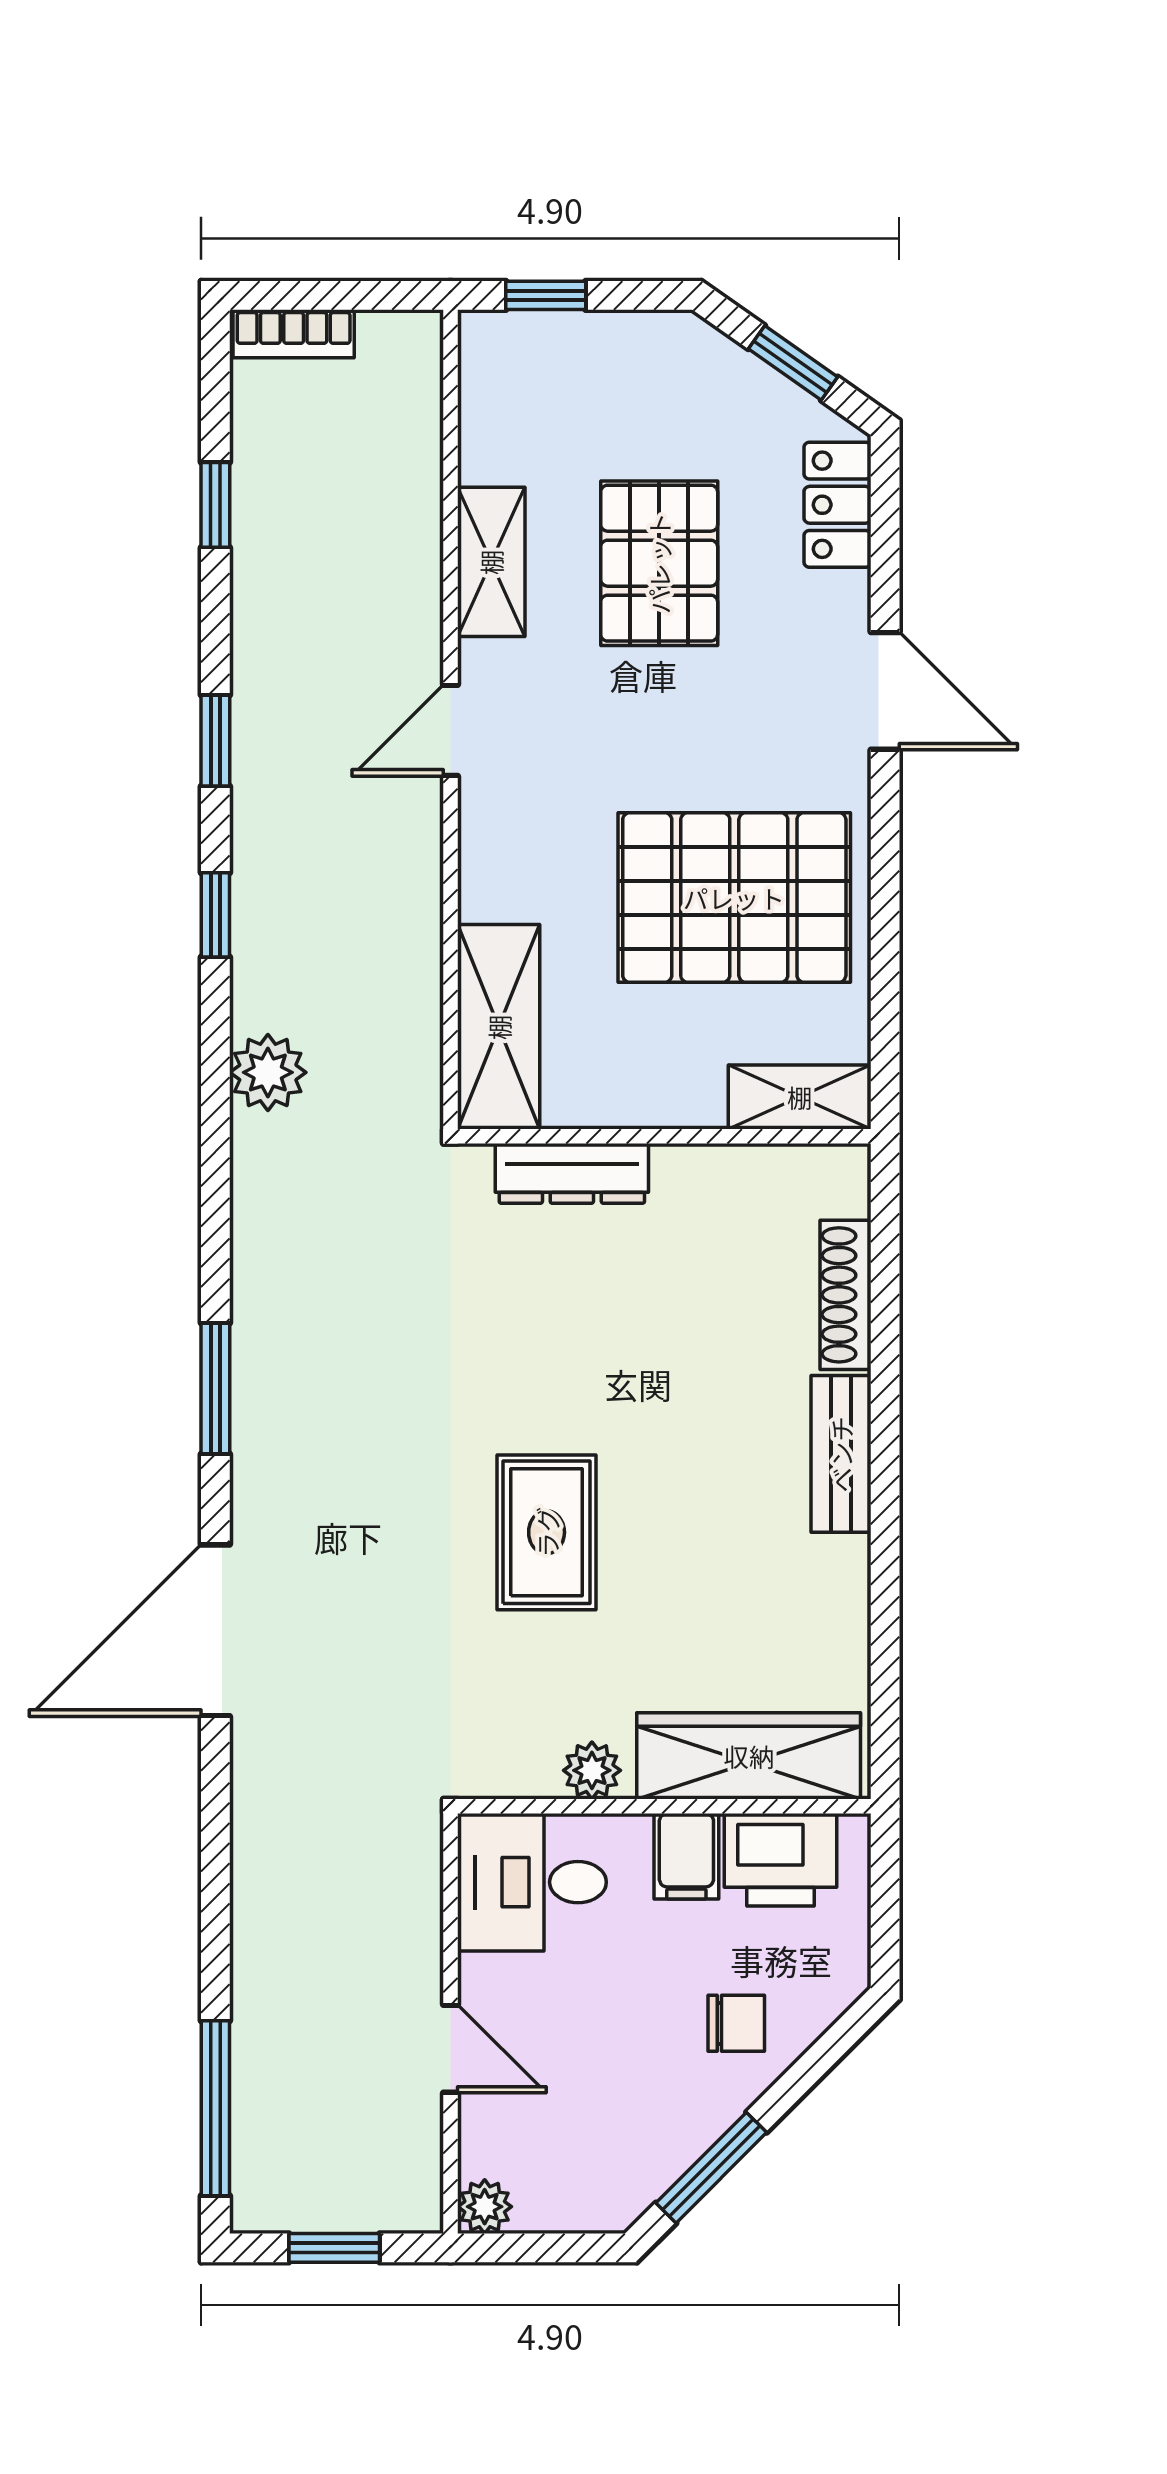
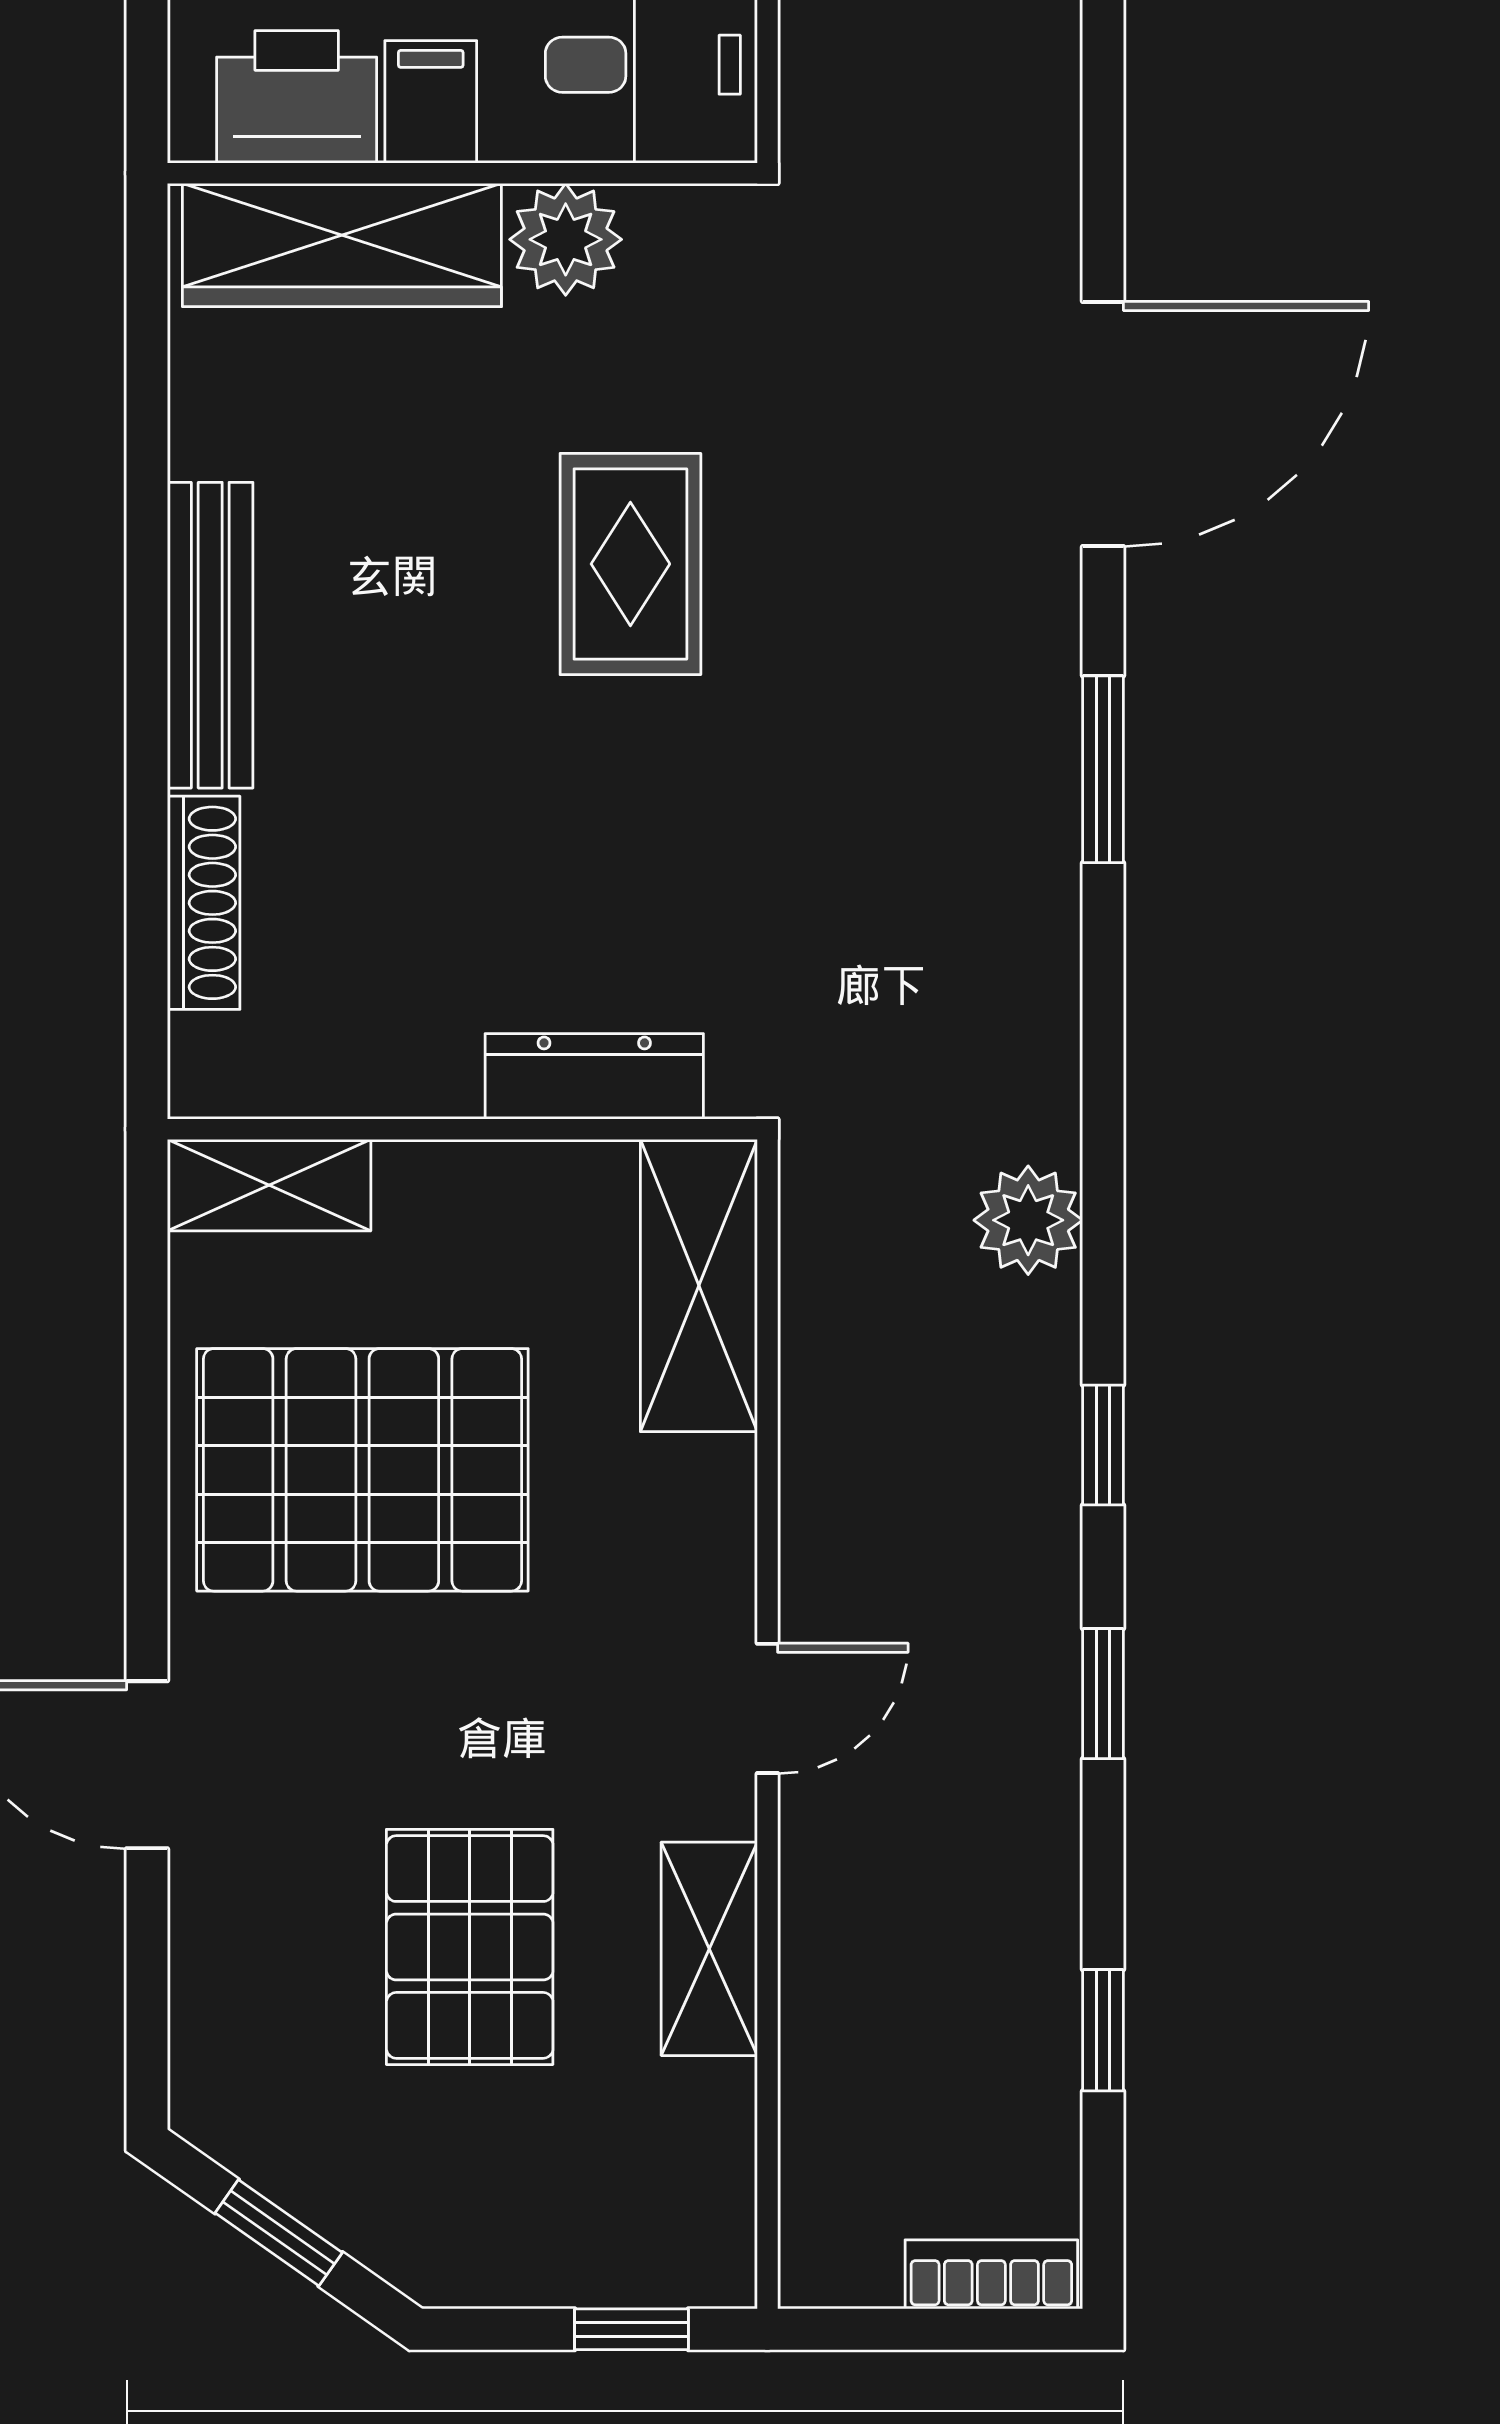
locker: (838, 505) -> (215, 2030), removed
bench: (841, 1454) -> (210, 635), width x1.36
plant: (592, 1770) -> (566, 239), width x1.38, depth x1.38

